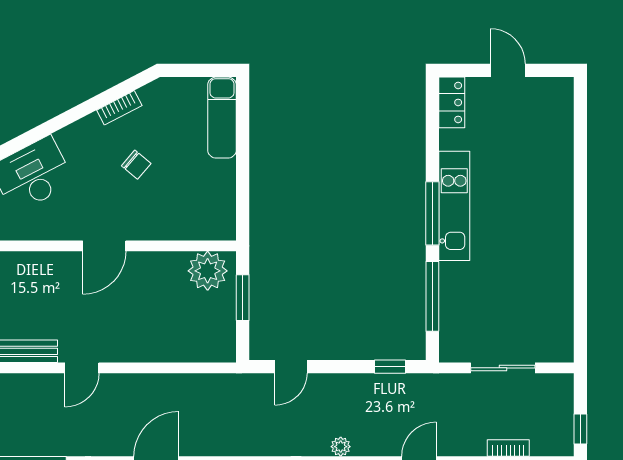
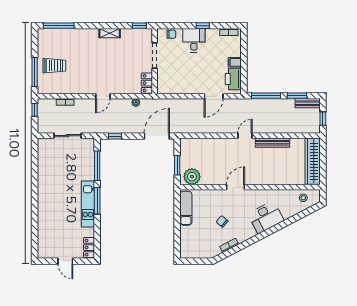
exam couch: (222, 118) -> (186, 208), moved
door: (291, 367) -> (157, 136), width x1.87

